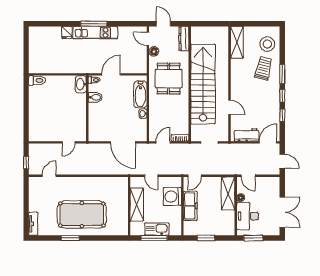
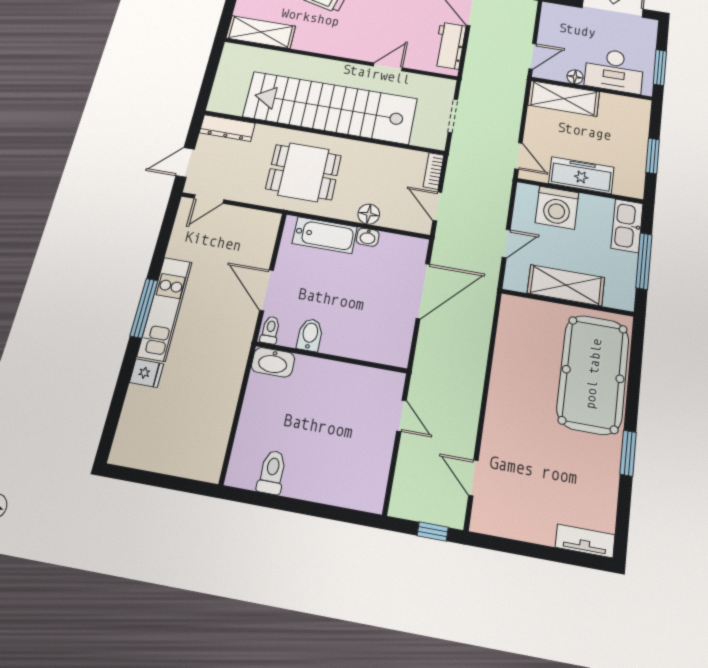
floor lamp: (154, 51) -> (369, 214), moved
toilet: (37, 80) -> (272, 472), moved
pool table: (82, 215) -> (593, 374), moved
kitchen sink: (157, 229) -> (627, 226), moved

